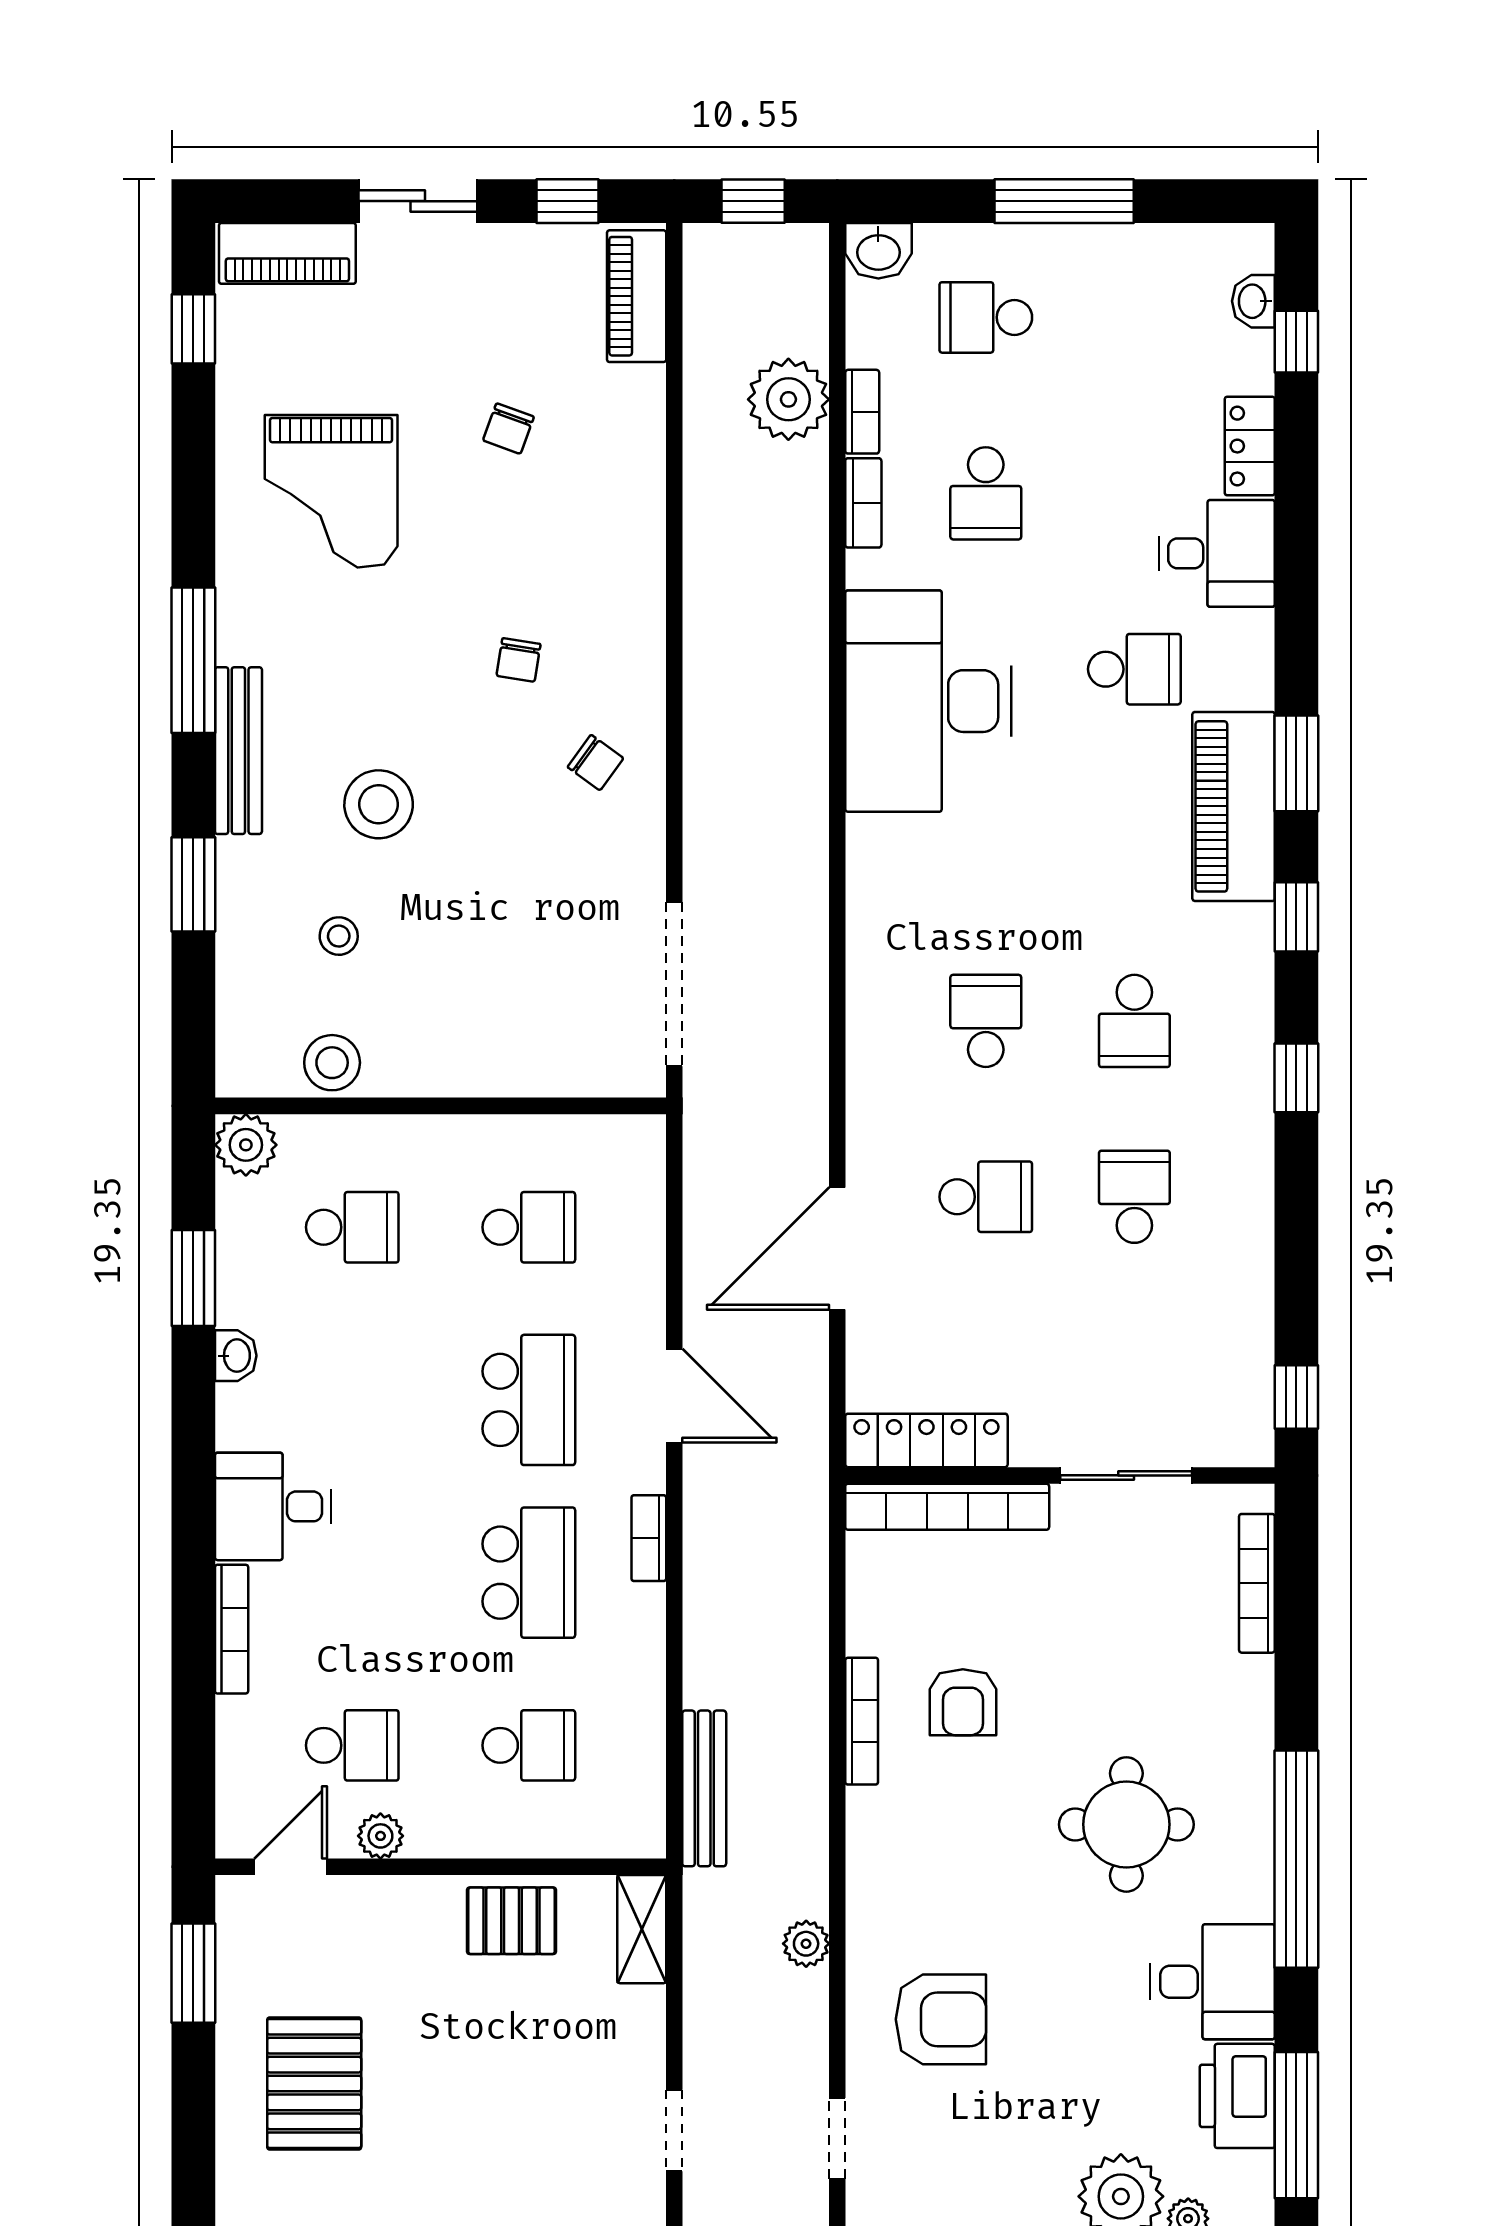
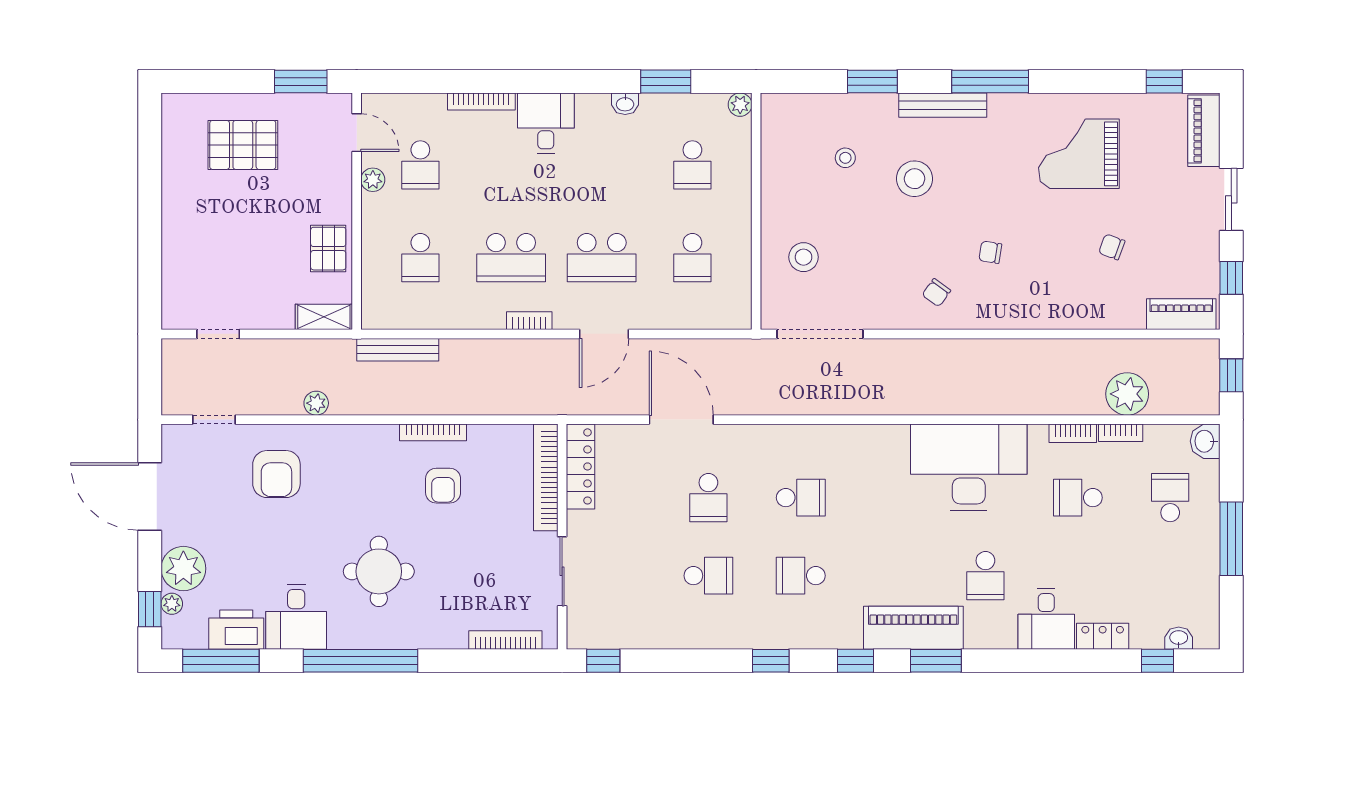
stool: (332, 1063) -> (804, 257), moved
plant: (246, 1145) -> (740, 105), width x0.73, depth x0.73
armchair: (963, 1702) -> (443, 486), turned -90

